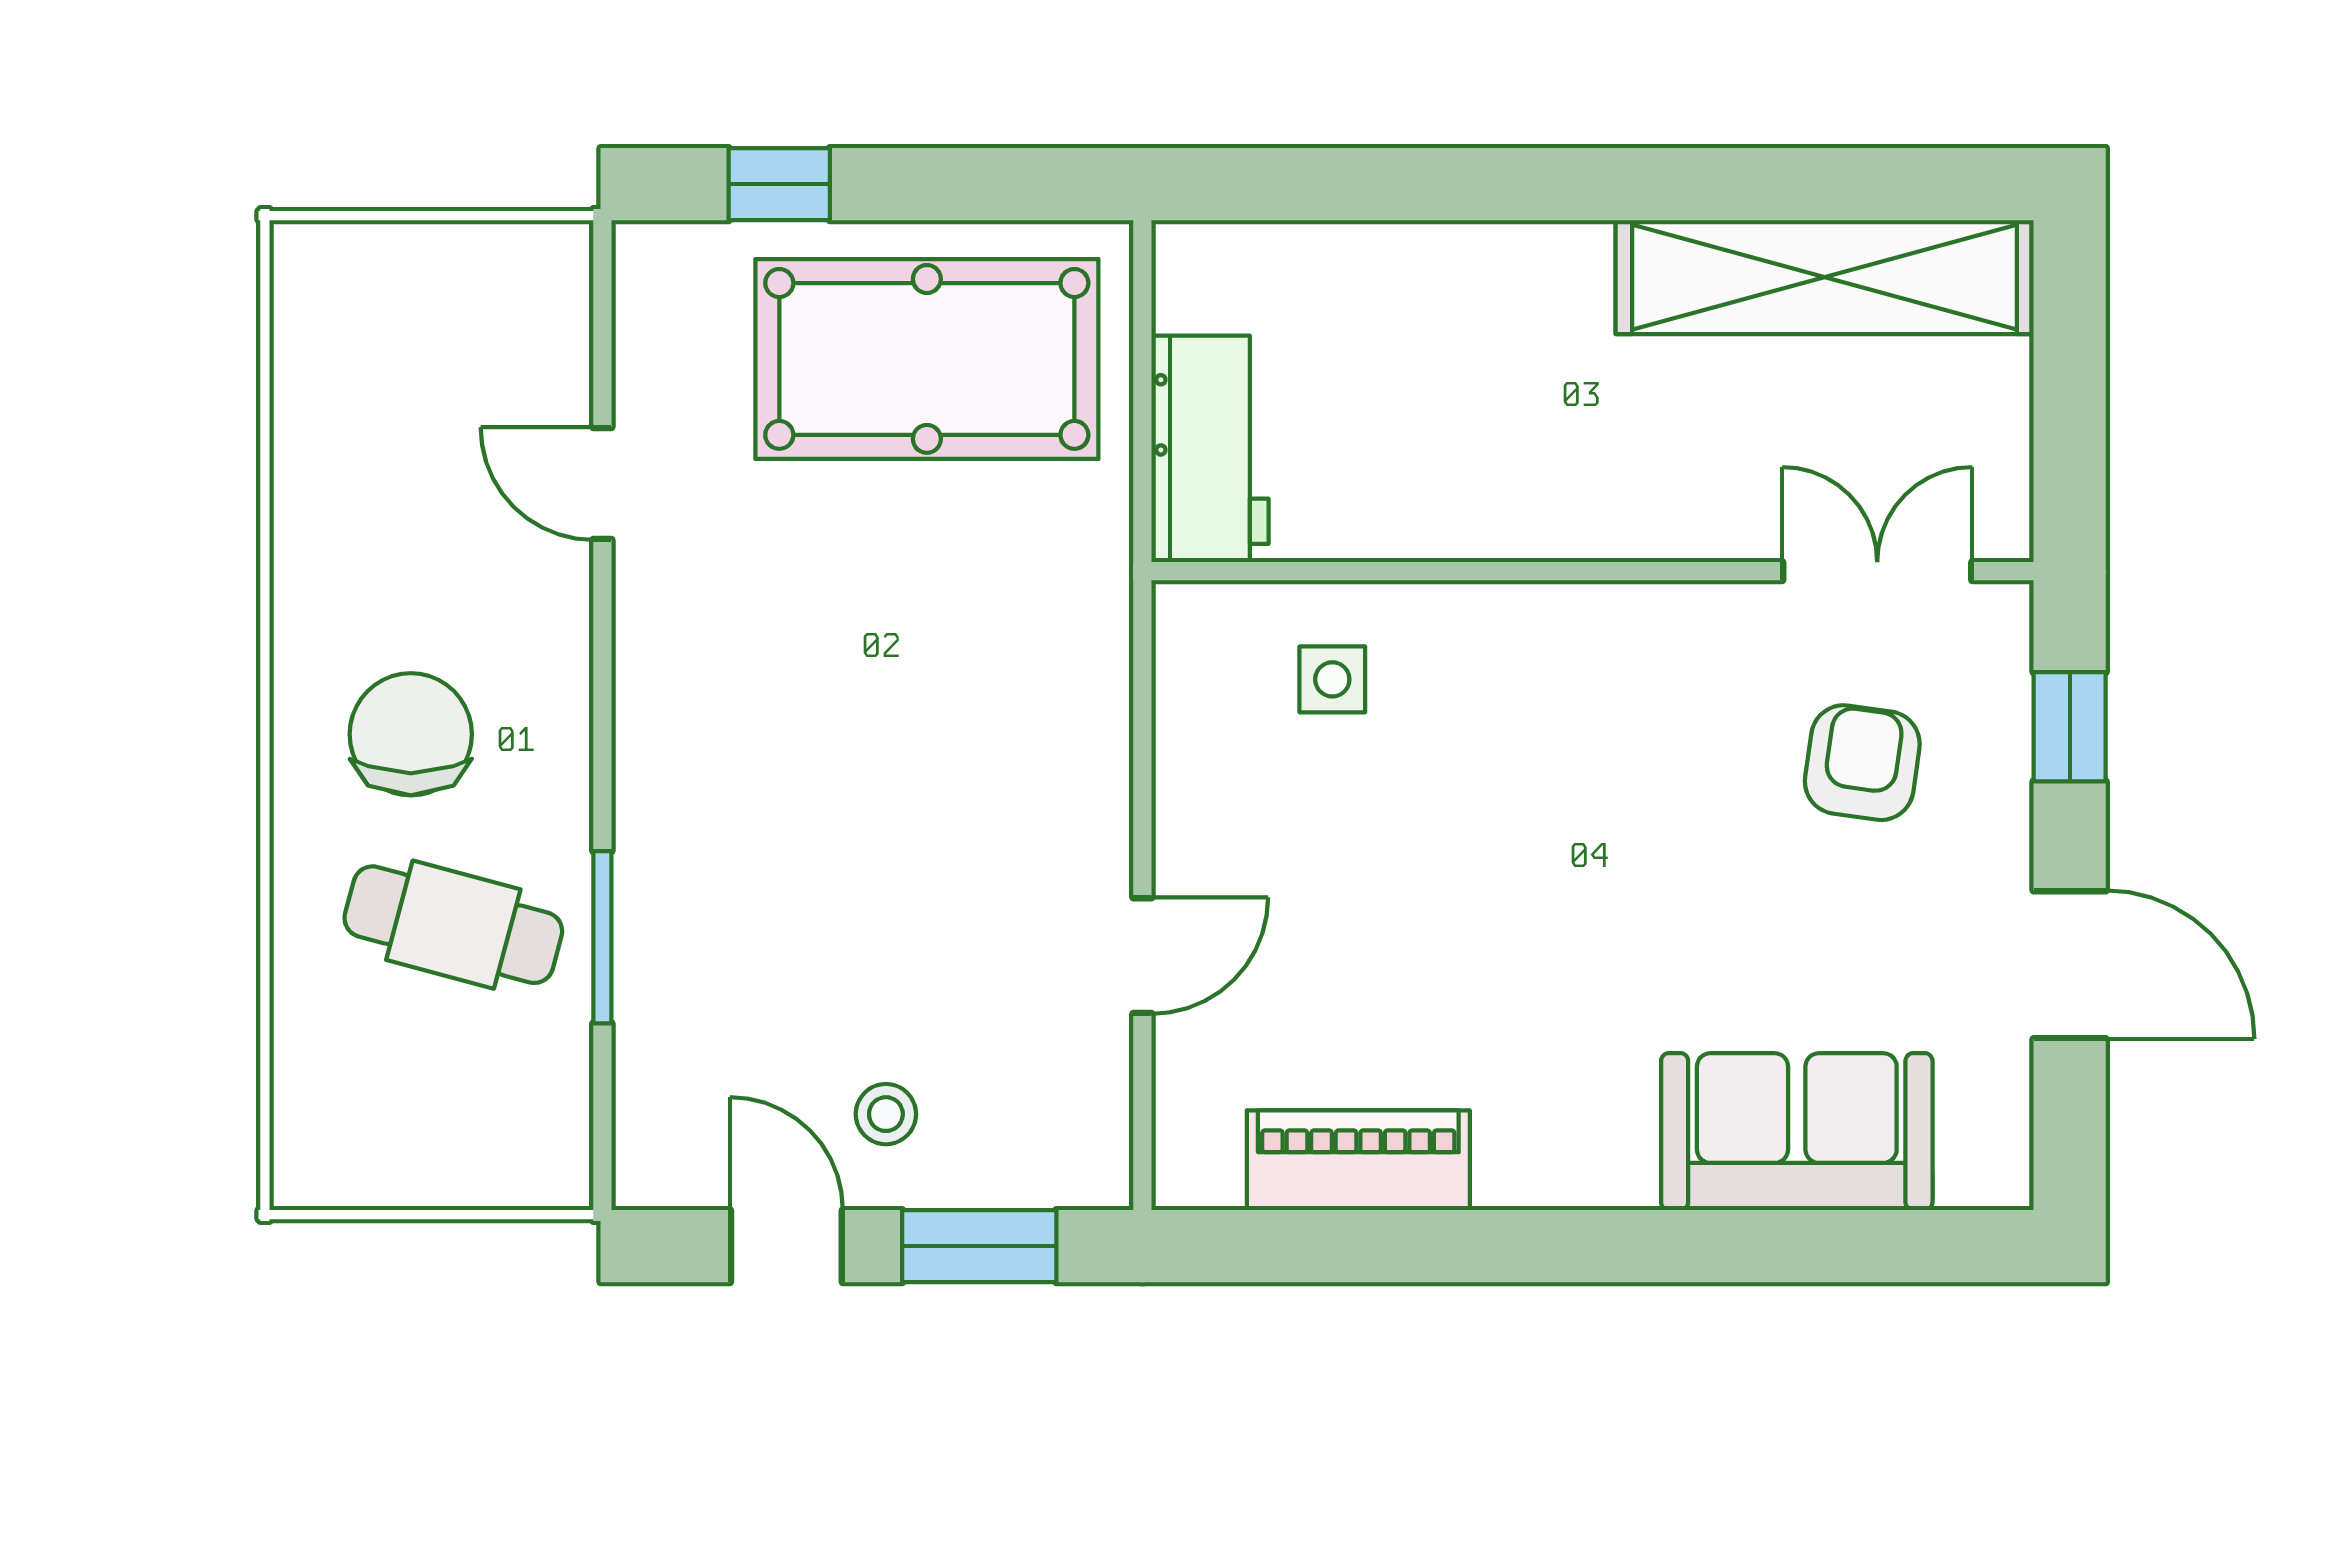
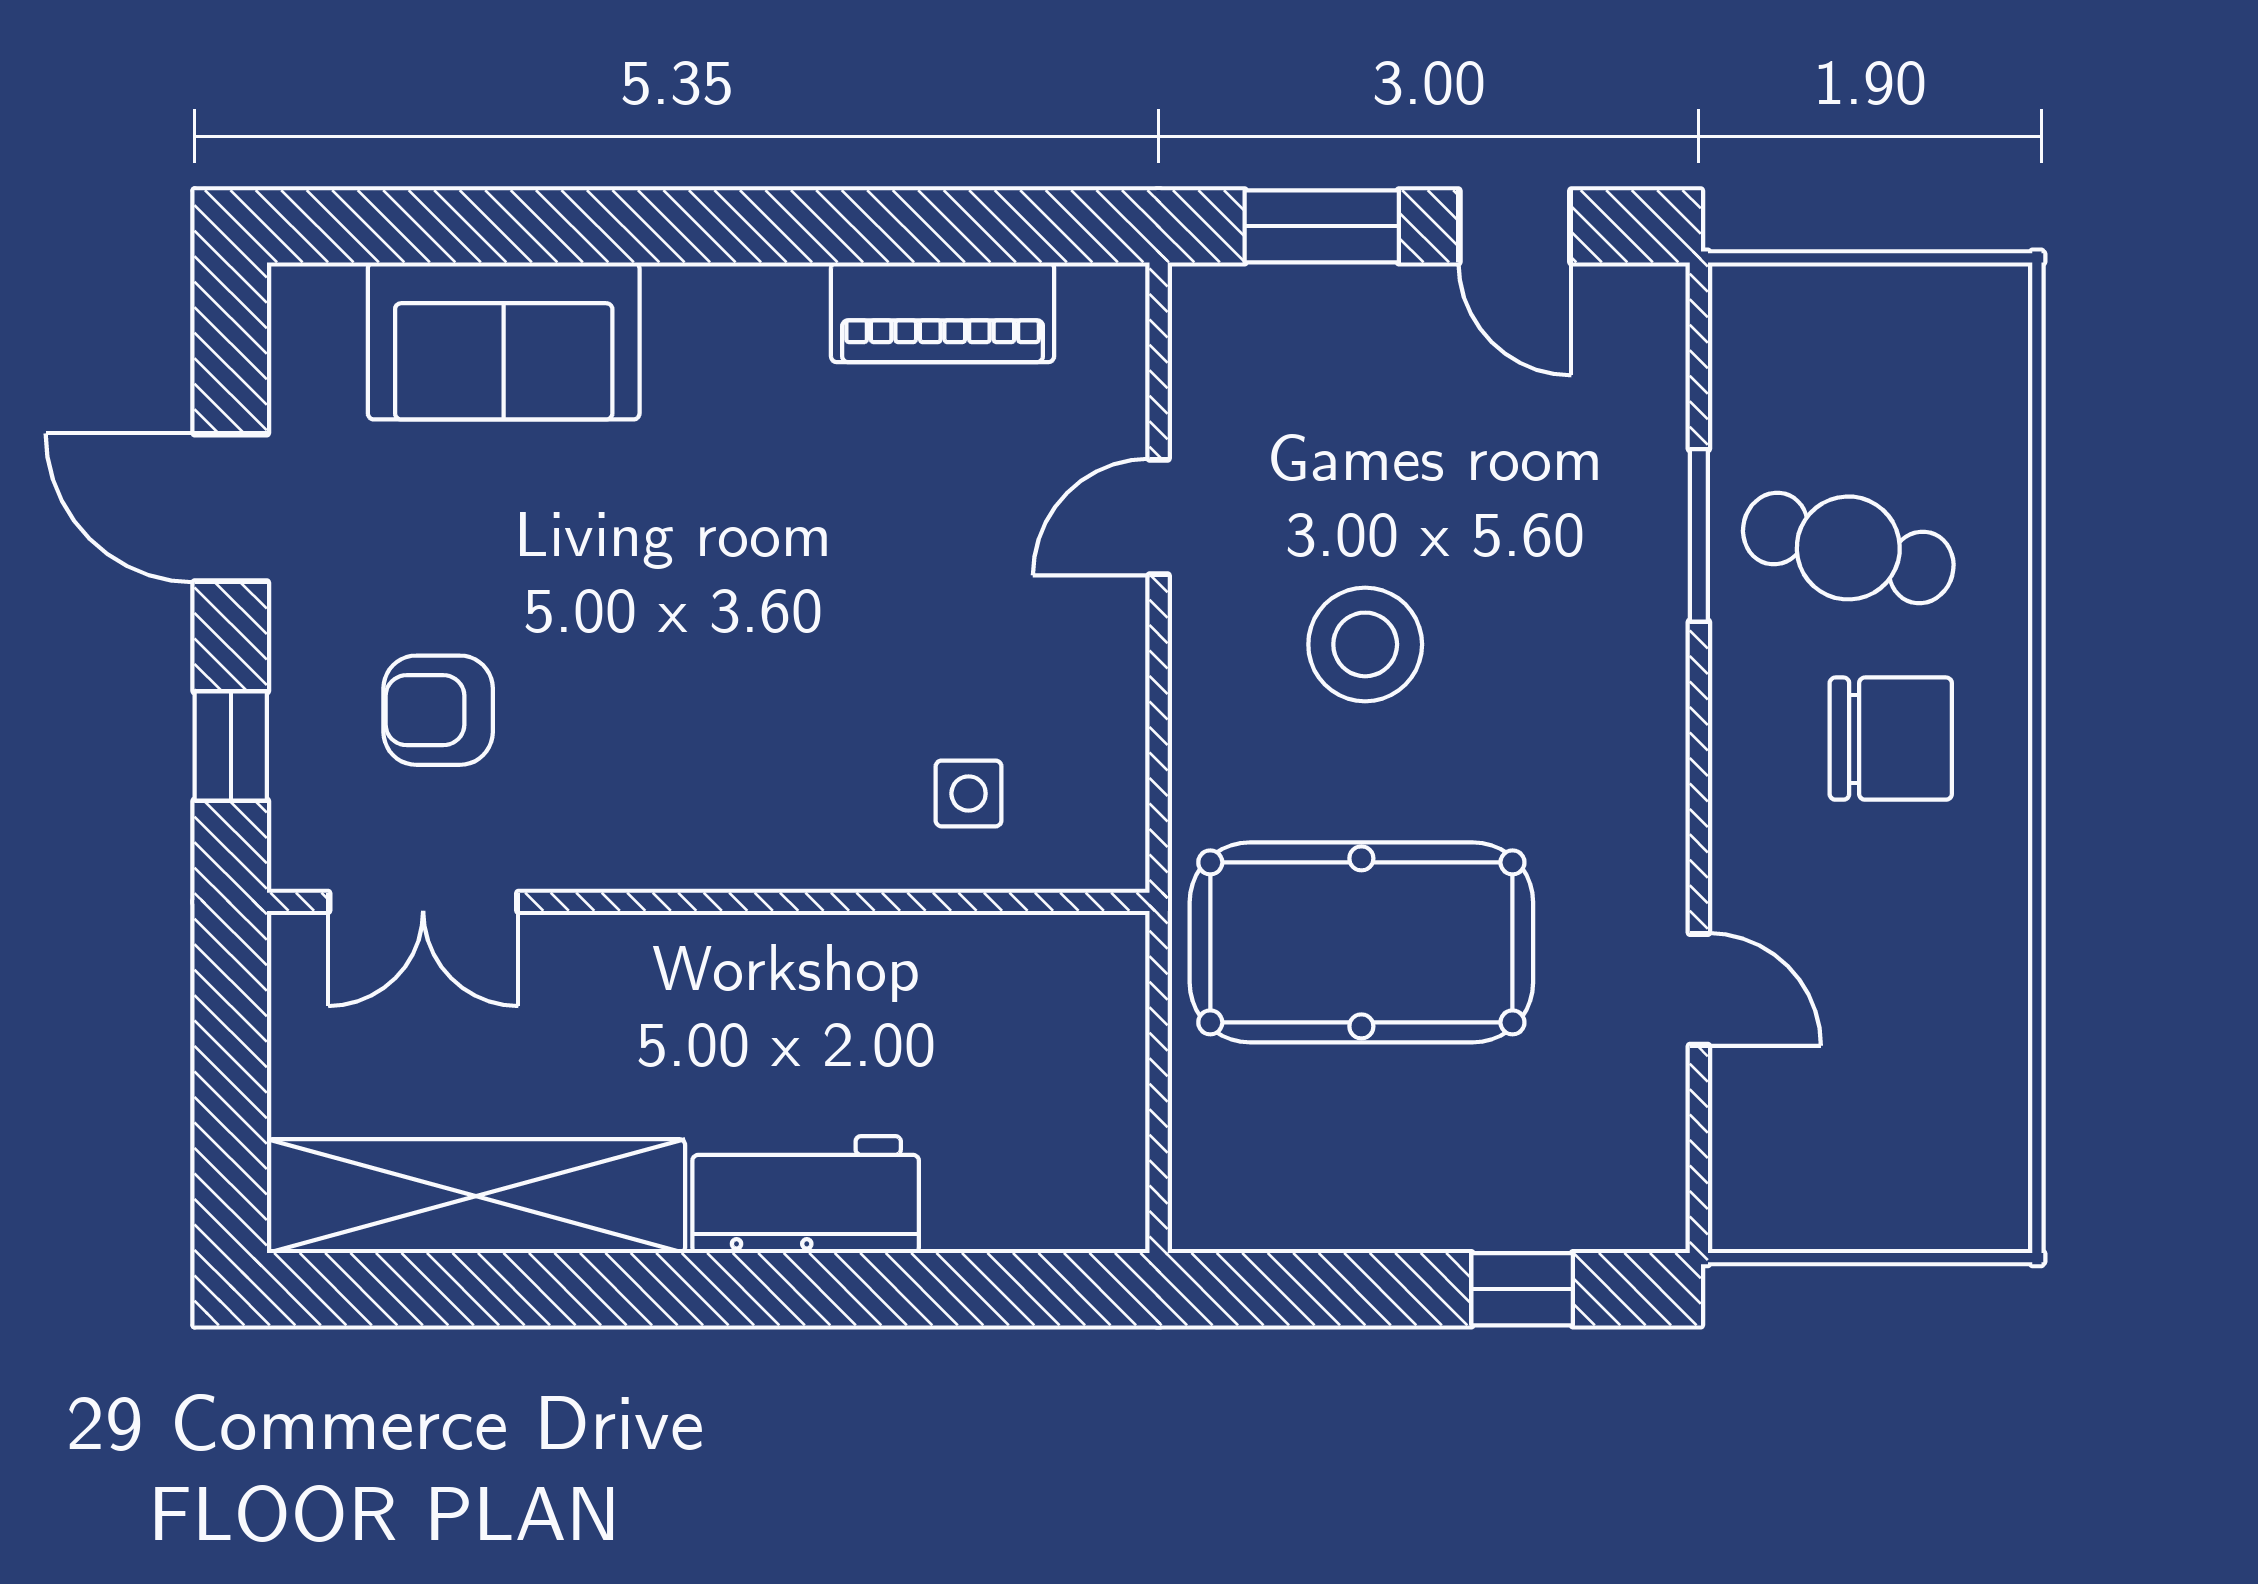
pool table: (927, 359) -> (1361, 942), moved
workbench: (1210, 449) -> (806, 1195), moved, turned 90
chair: (411, 734) -> (1891, 739), turned -90
armchair: (1862, 763) -> (438, 710), turned 82
stool: (886, 1114) -> (1365, 644), moved, width x1.89, depth x1.89

